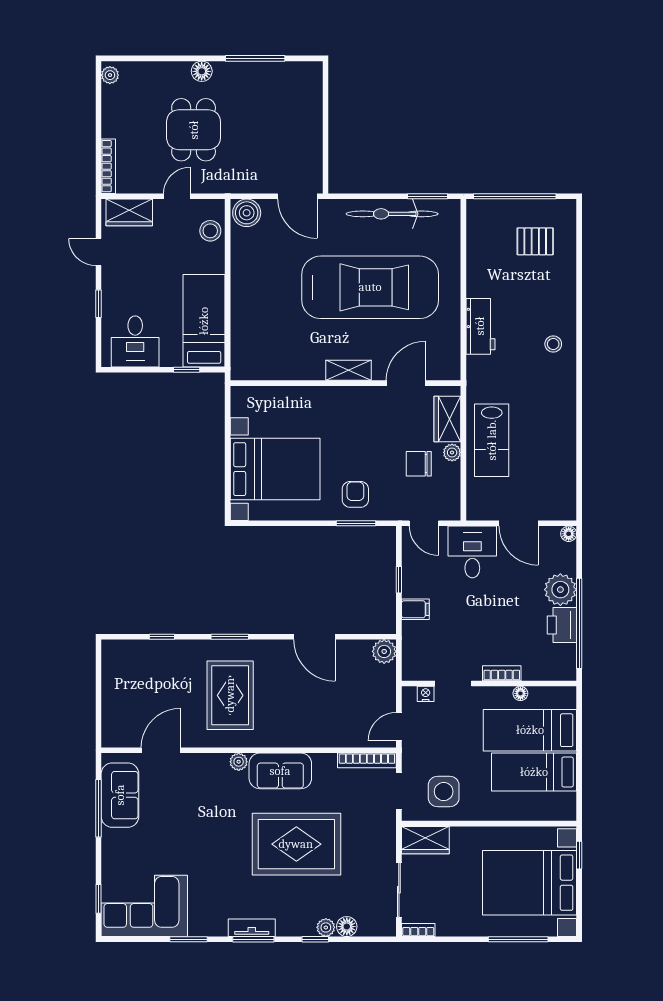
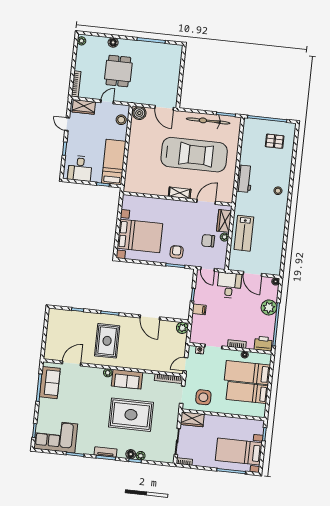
floor lamp: (202, 71) -> (113, 42), moved
printer: (562, 625) -> (263, 344), moved, turned 90
bed with nightstands: (529, 883) -> (239, 452), width x0.73
floor lamp: (347, 927) -> (131, 454), moved

